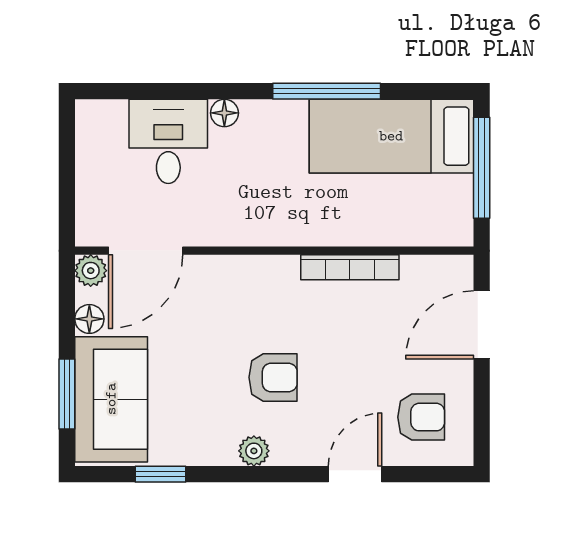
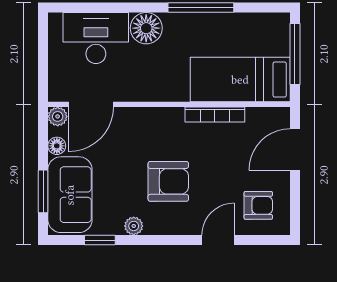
floor lamp: (224, 113) -> (146, 28), width x1.89, depth x1.89
bed: (391, 136) -> (240, 80), moved
desk: (168, 141) -> (96, 38), width x1.37
armchair: (273, 377) -> (168, 181), width x1.38, depth x1.38
plant: (254, 451) -> (134, 226), moved

